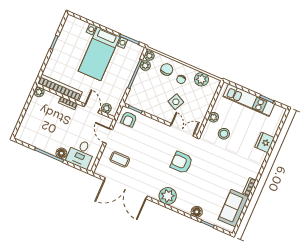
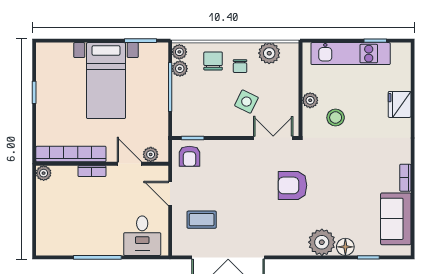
floor lamp: (61, 153) -> (114, 247), removed
plant: (168, 196) -> (322, 242), moved

